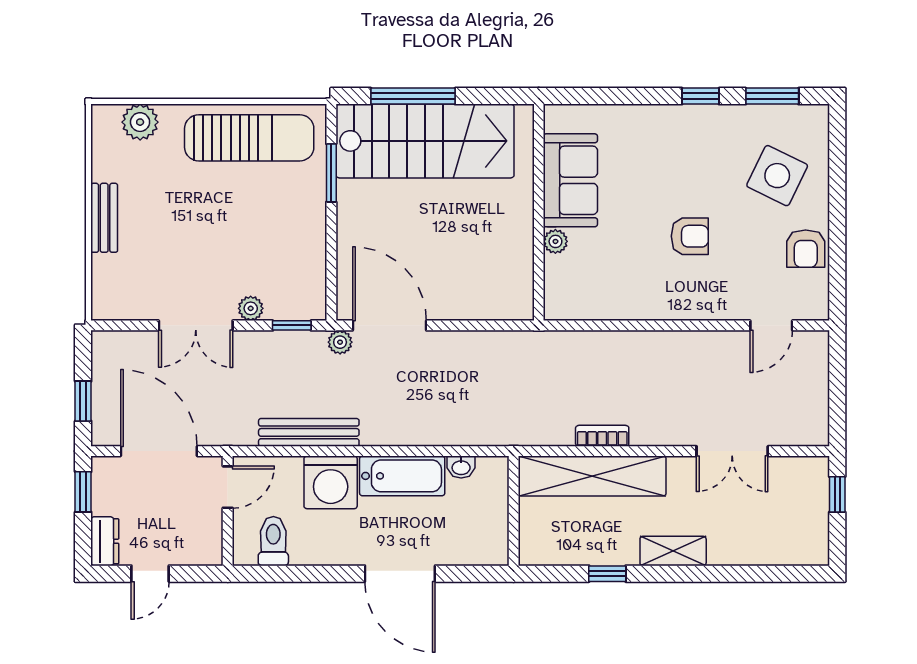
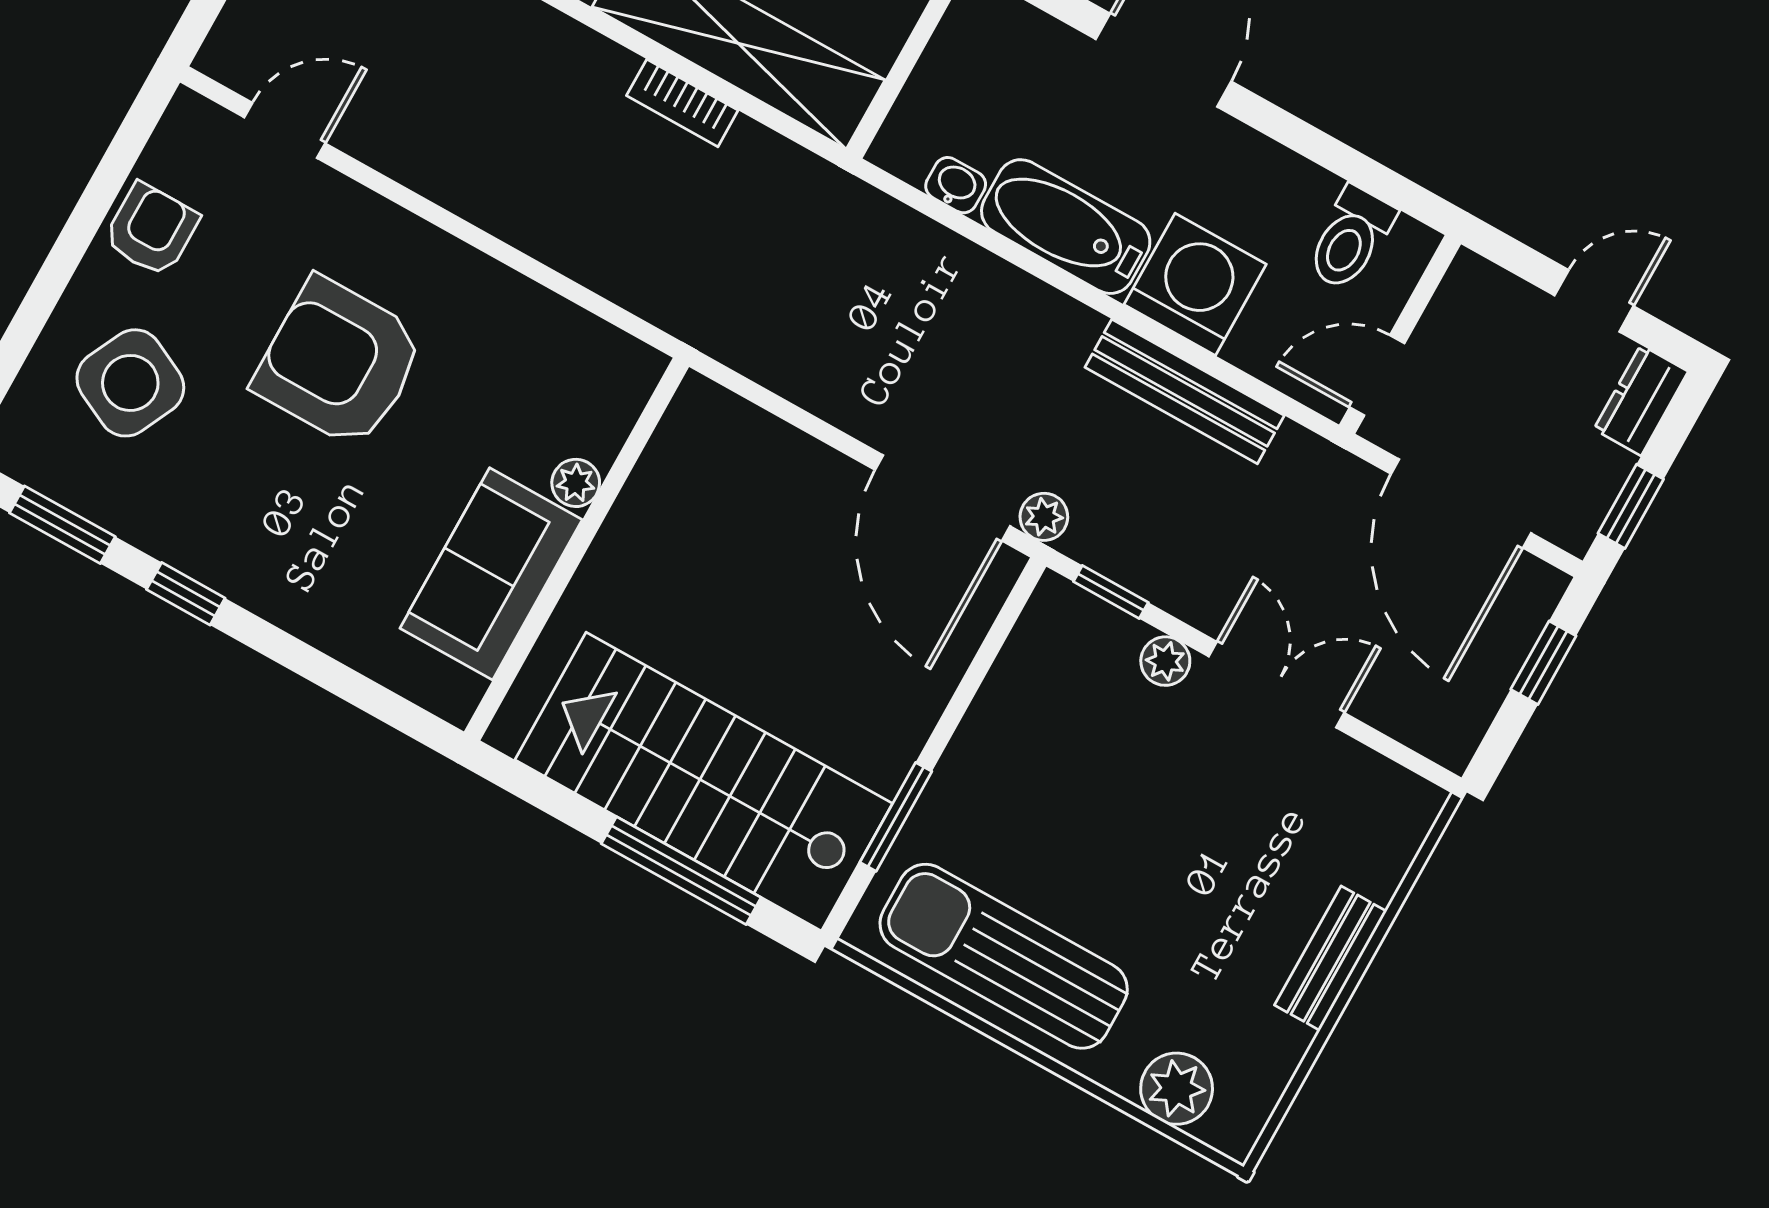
armchair: (690, 236) -> (339, 363), width x1.88, depth x1.88

